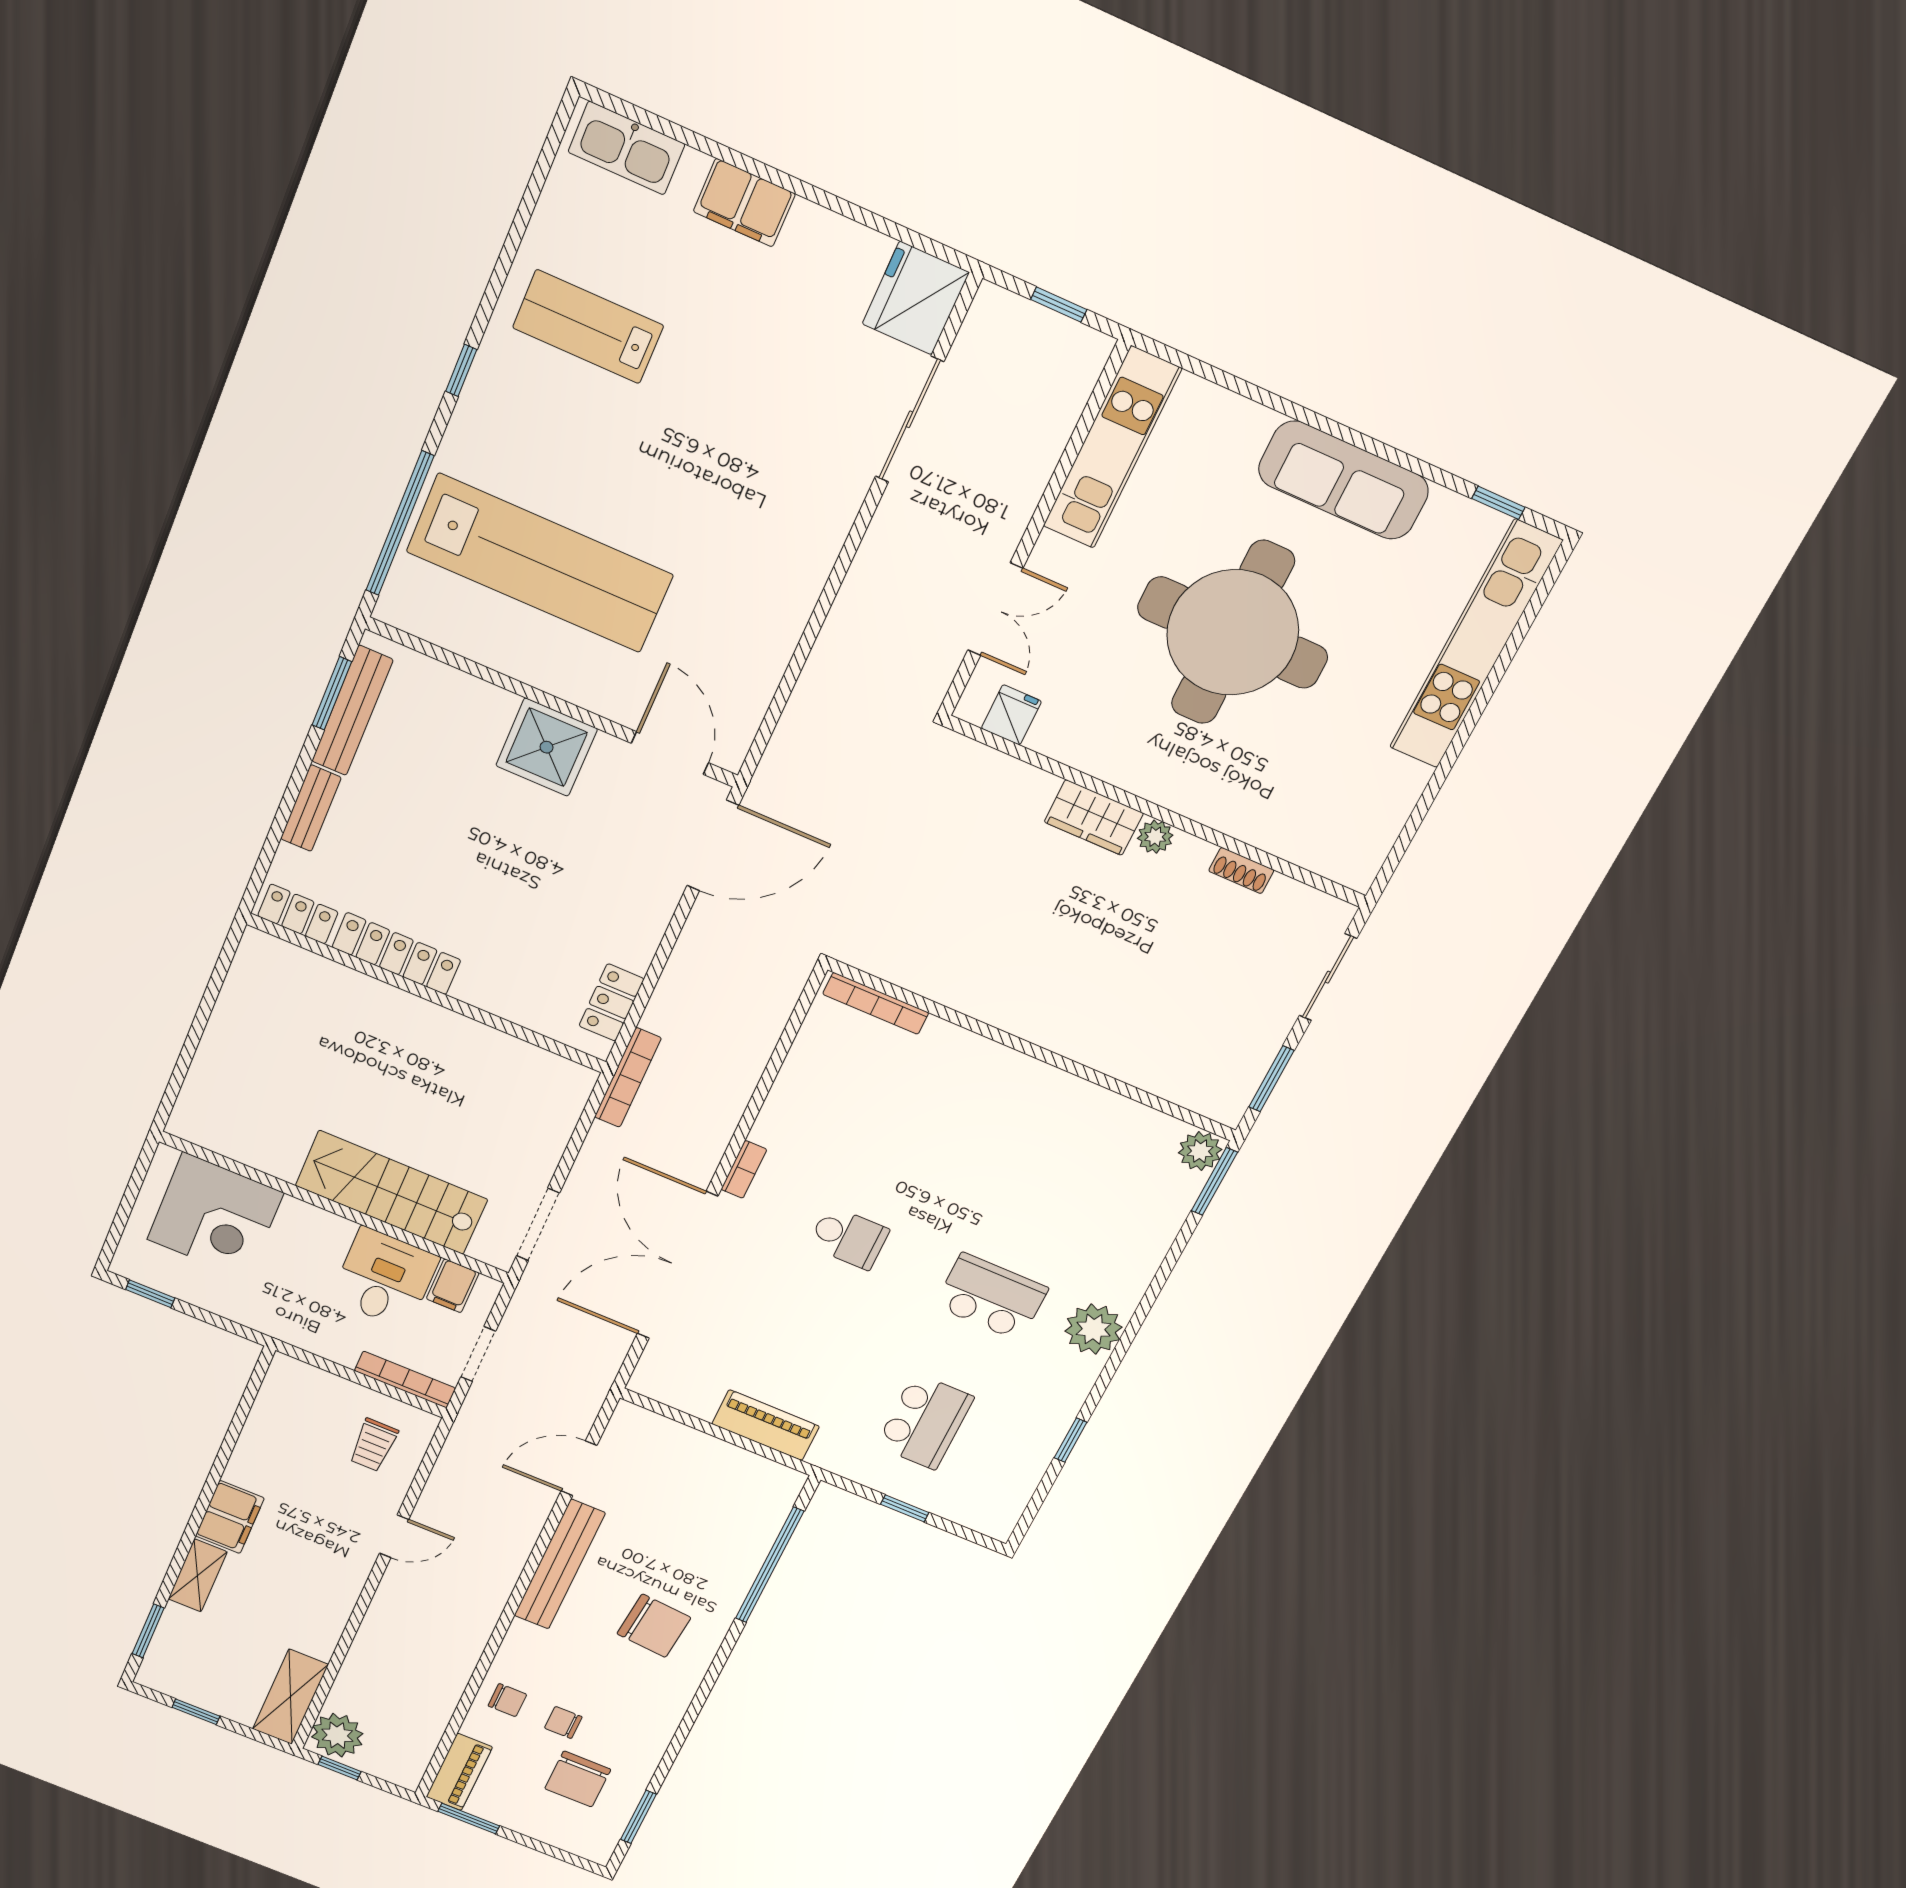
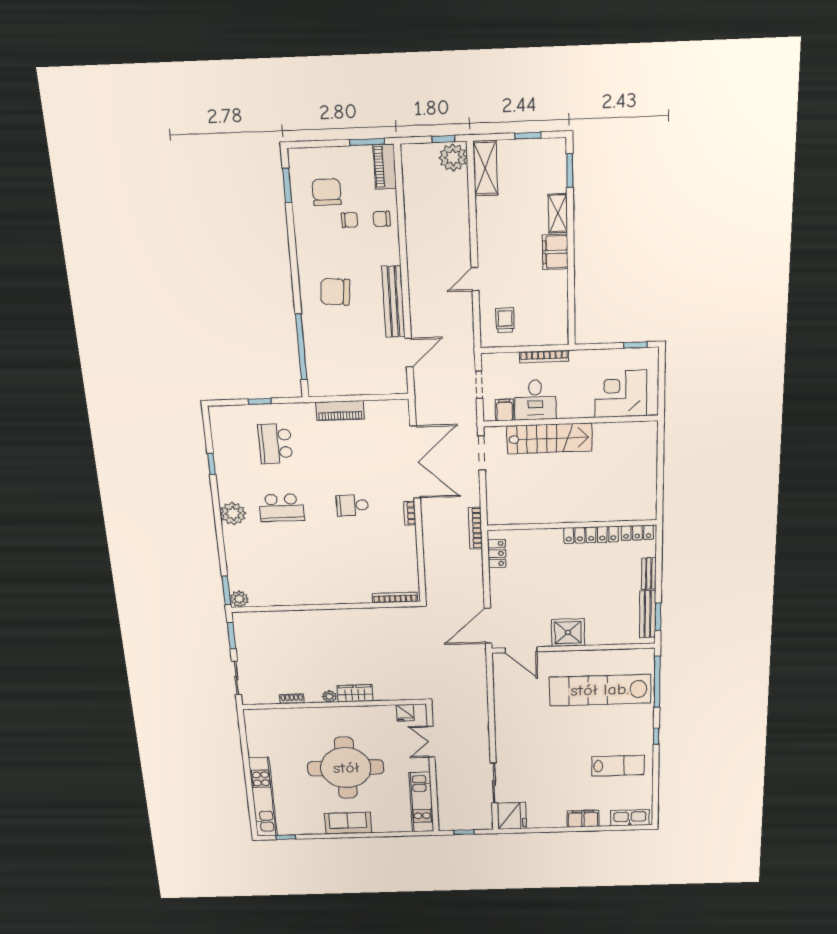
sofa: (1343, 480) -> (348, 823), width x0.73
bookcase: (405, 1380) -> (544, 357), moved

